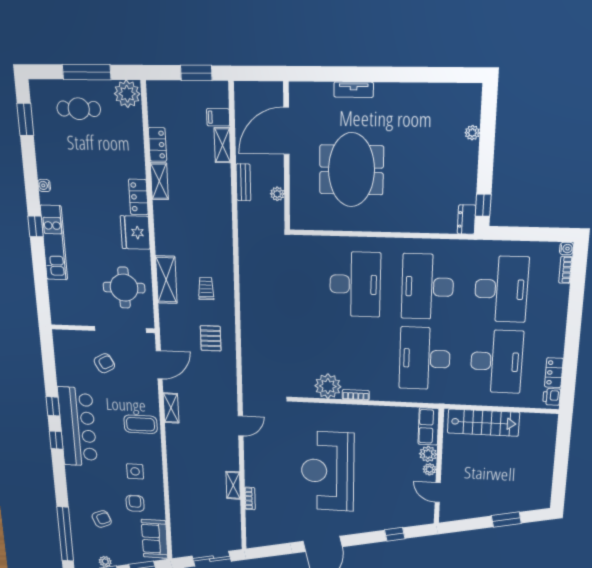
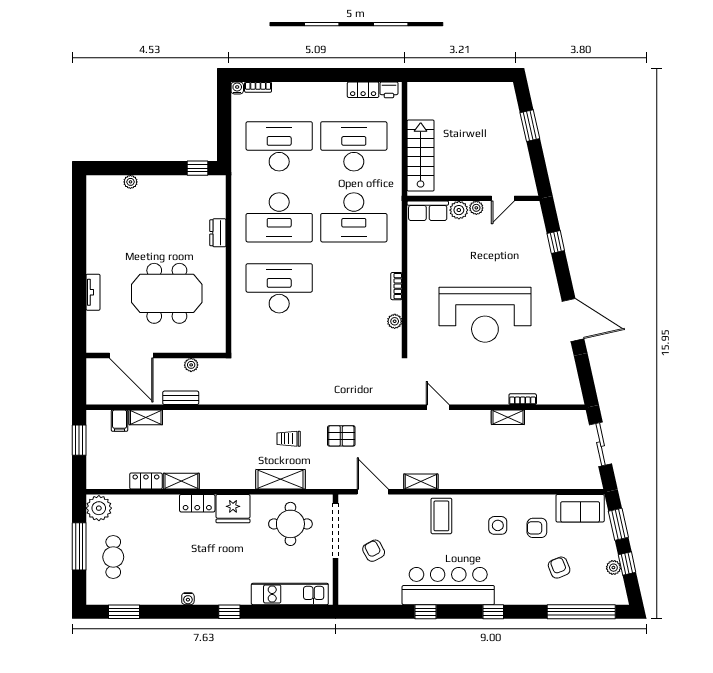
dresser: (467, 220) -> (218, 233), moved, turned 90
kitchen unit: (54, 243) -> (290, 594), moved
plant: (328, 386) -> (395, 321), width x0.53, depth x0.53
window: (56, 440) -> (493, 612), moved

